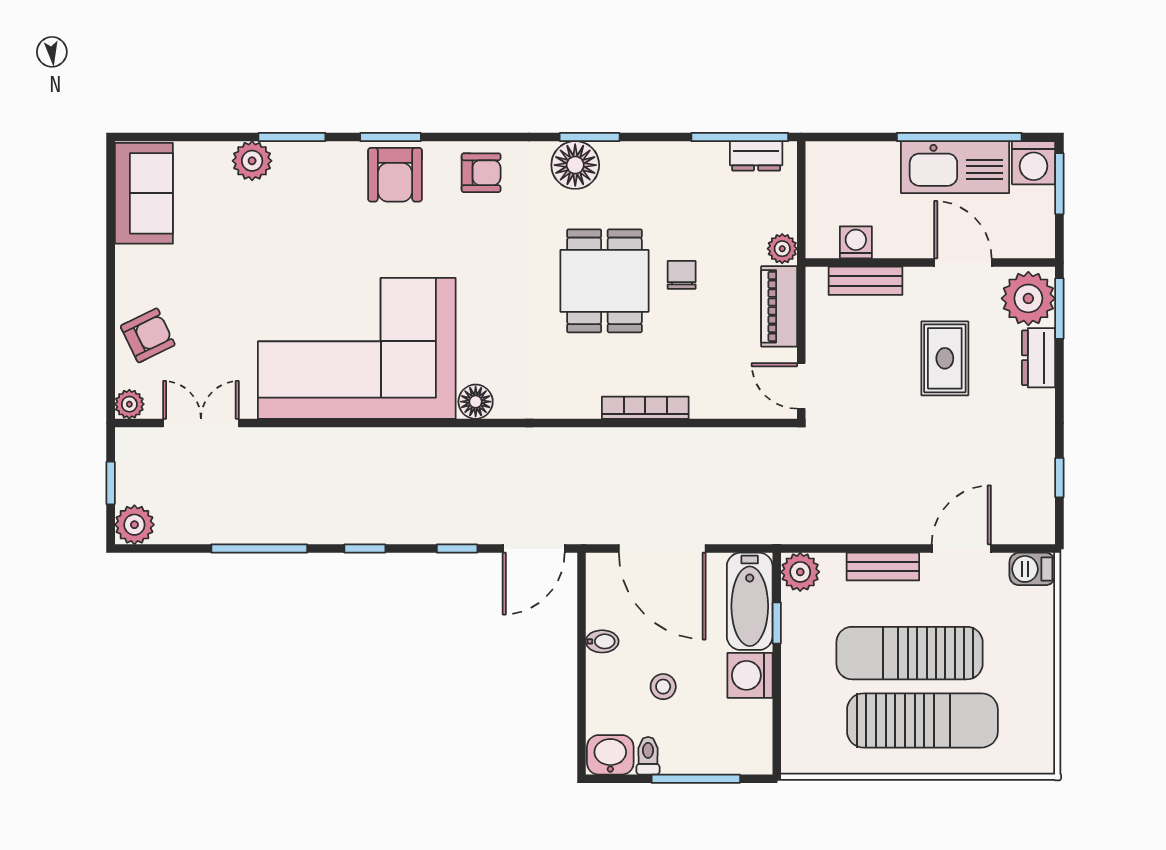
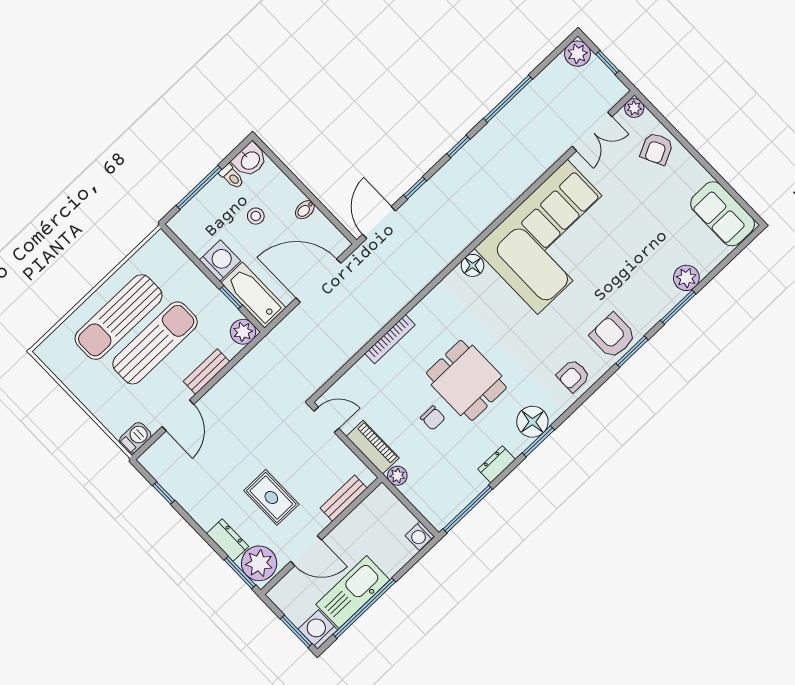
dresser: (756, 156) -> (497, 464), moved
washing machine: (856, 242) -> (420, 536), moved, turned 90

